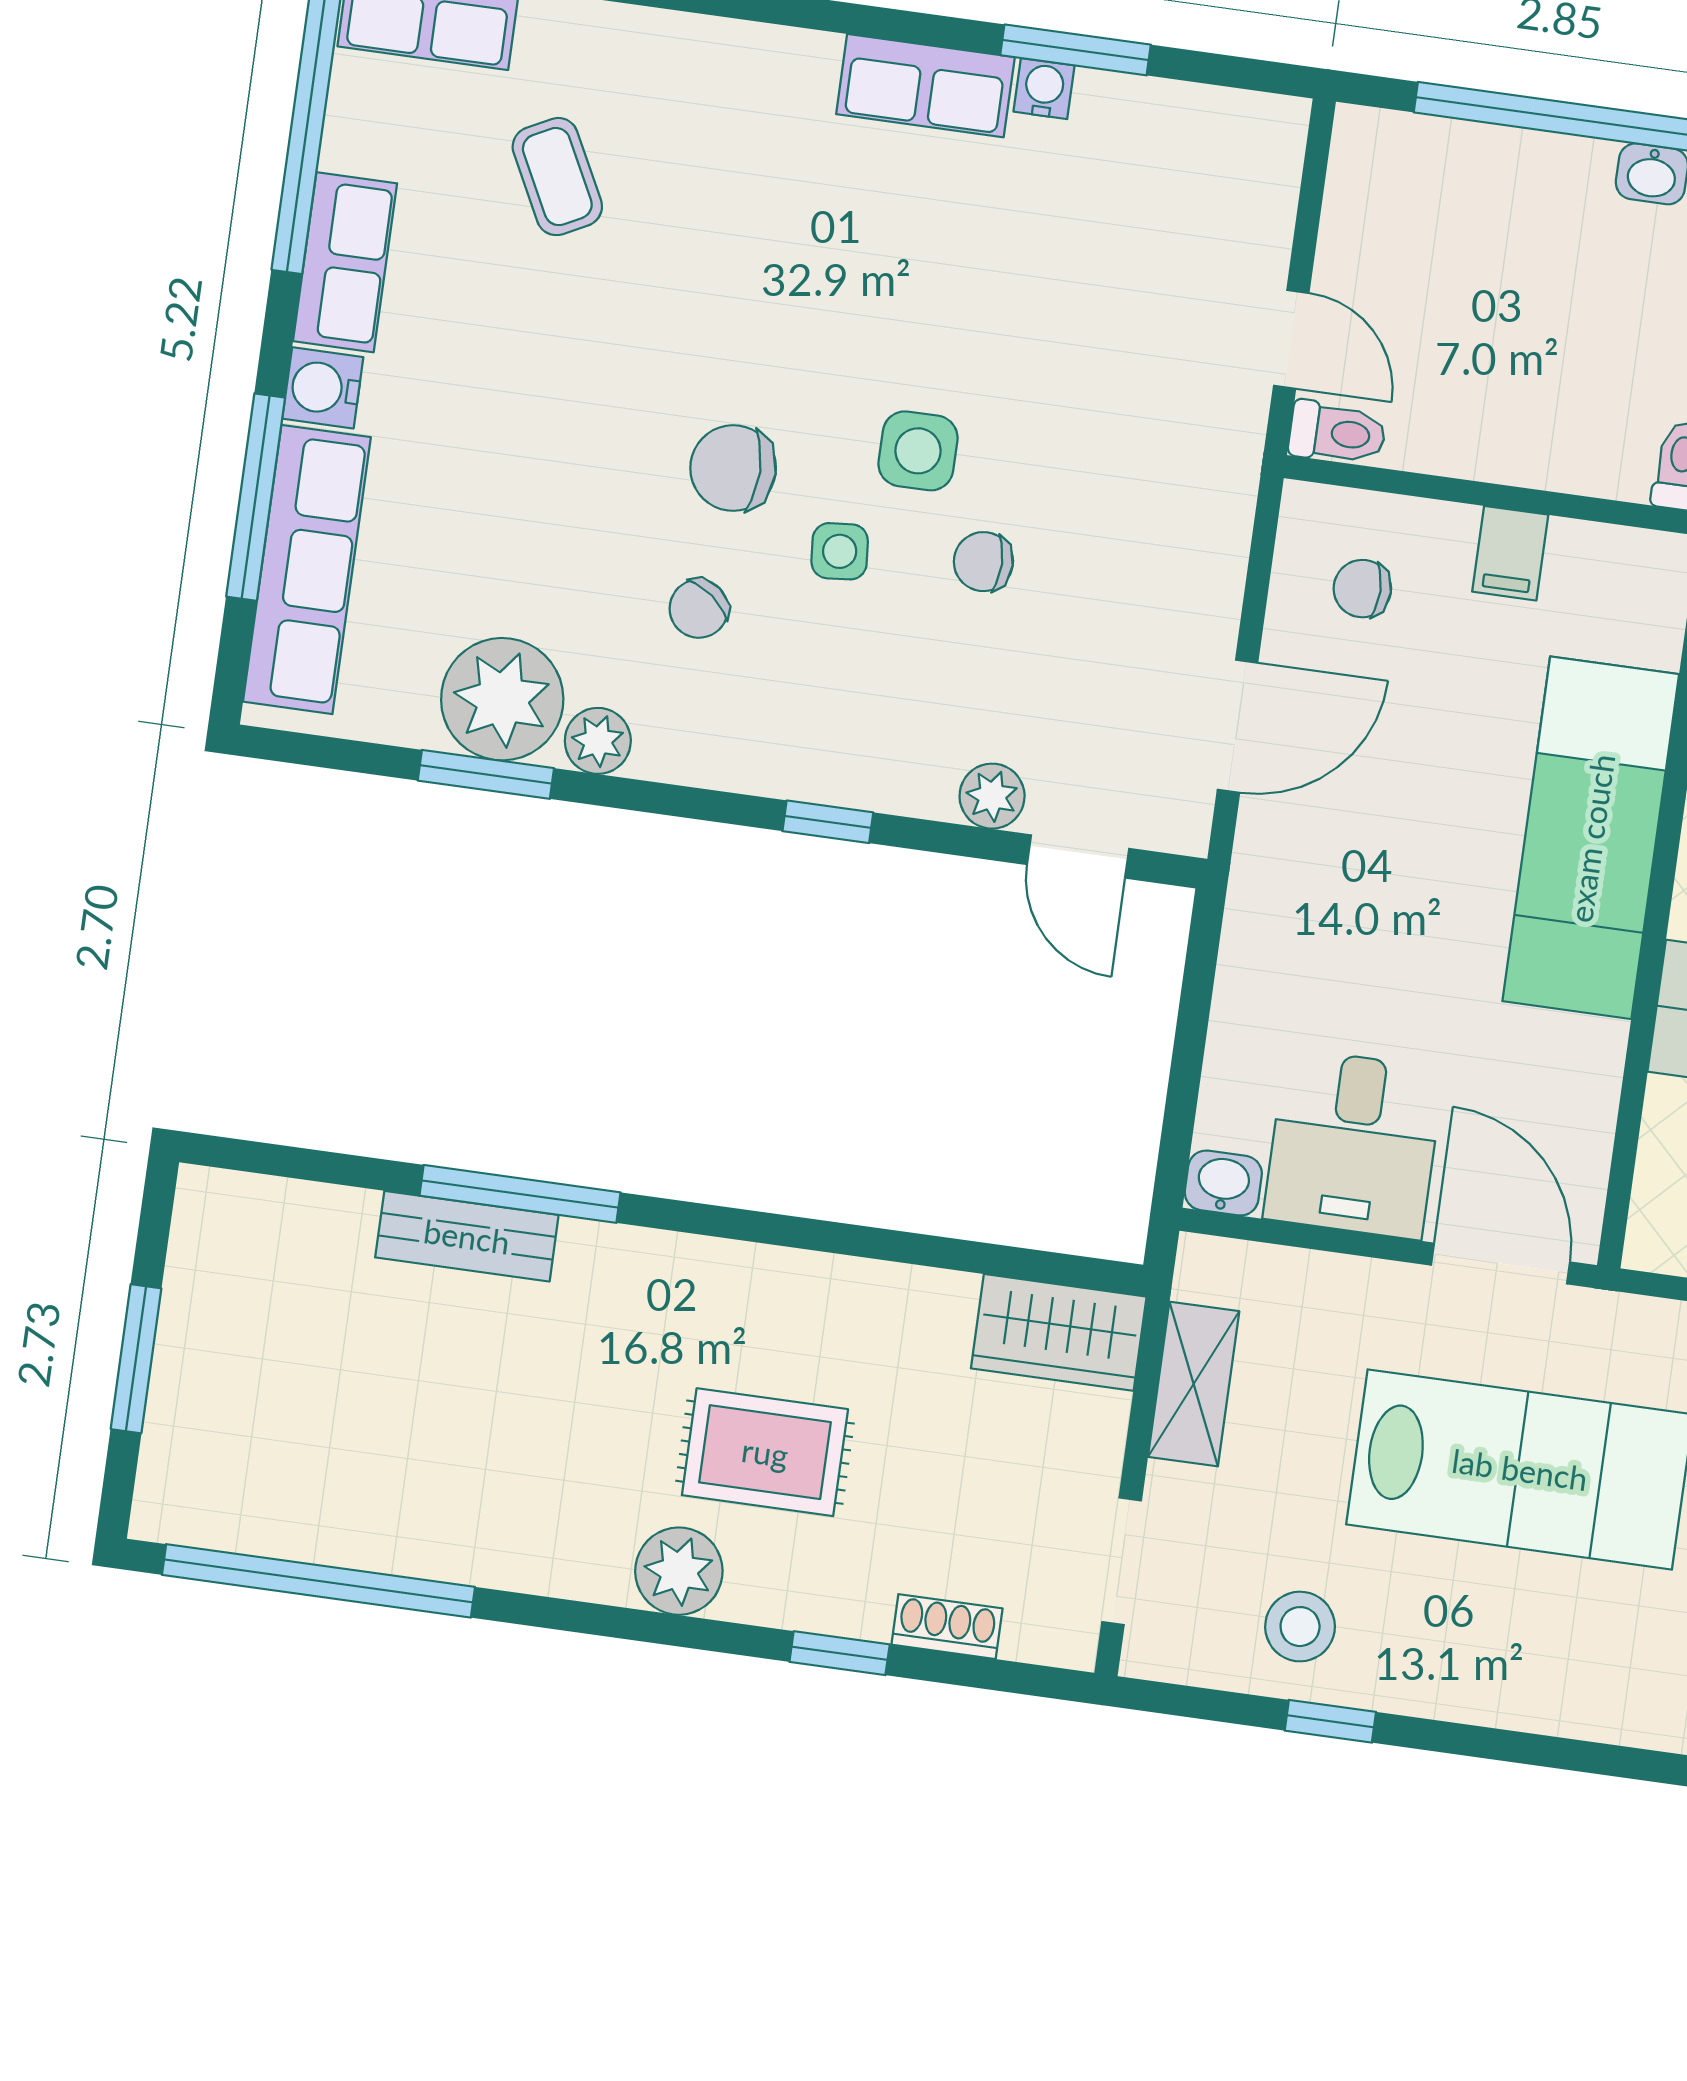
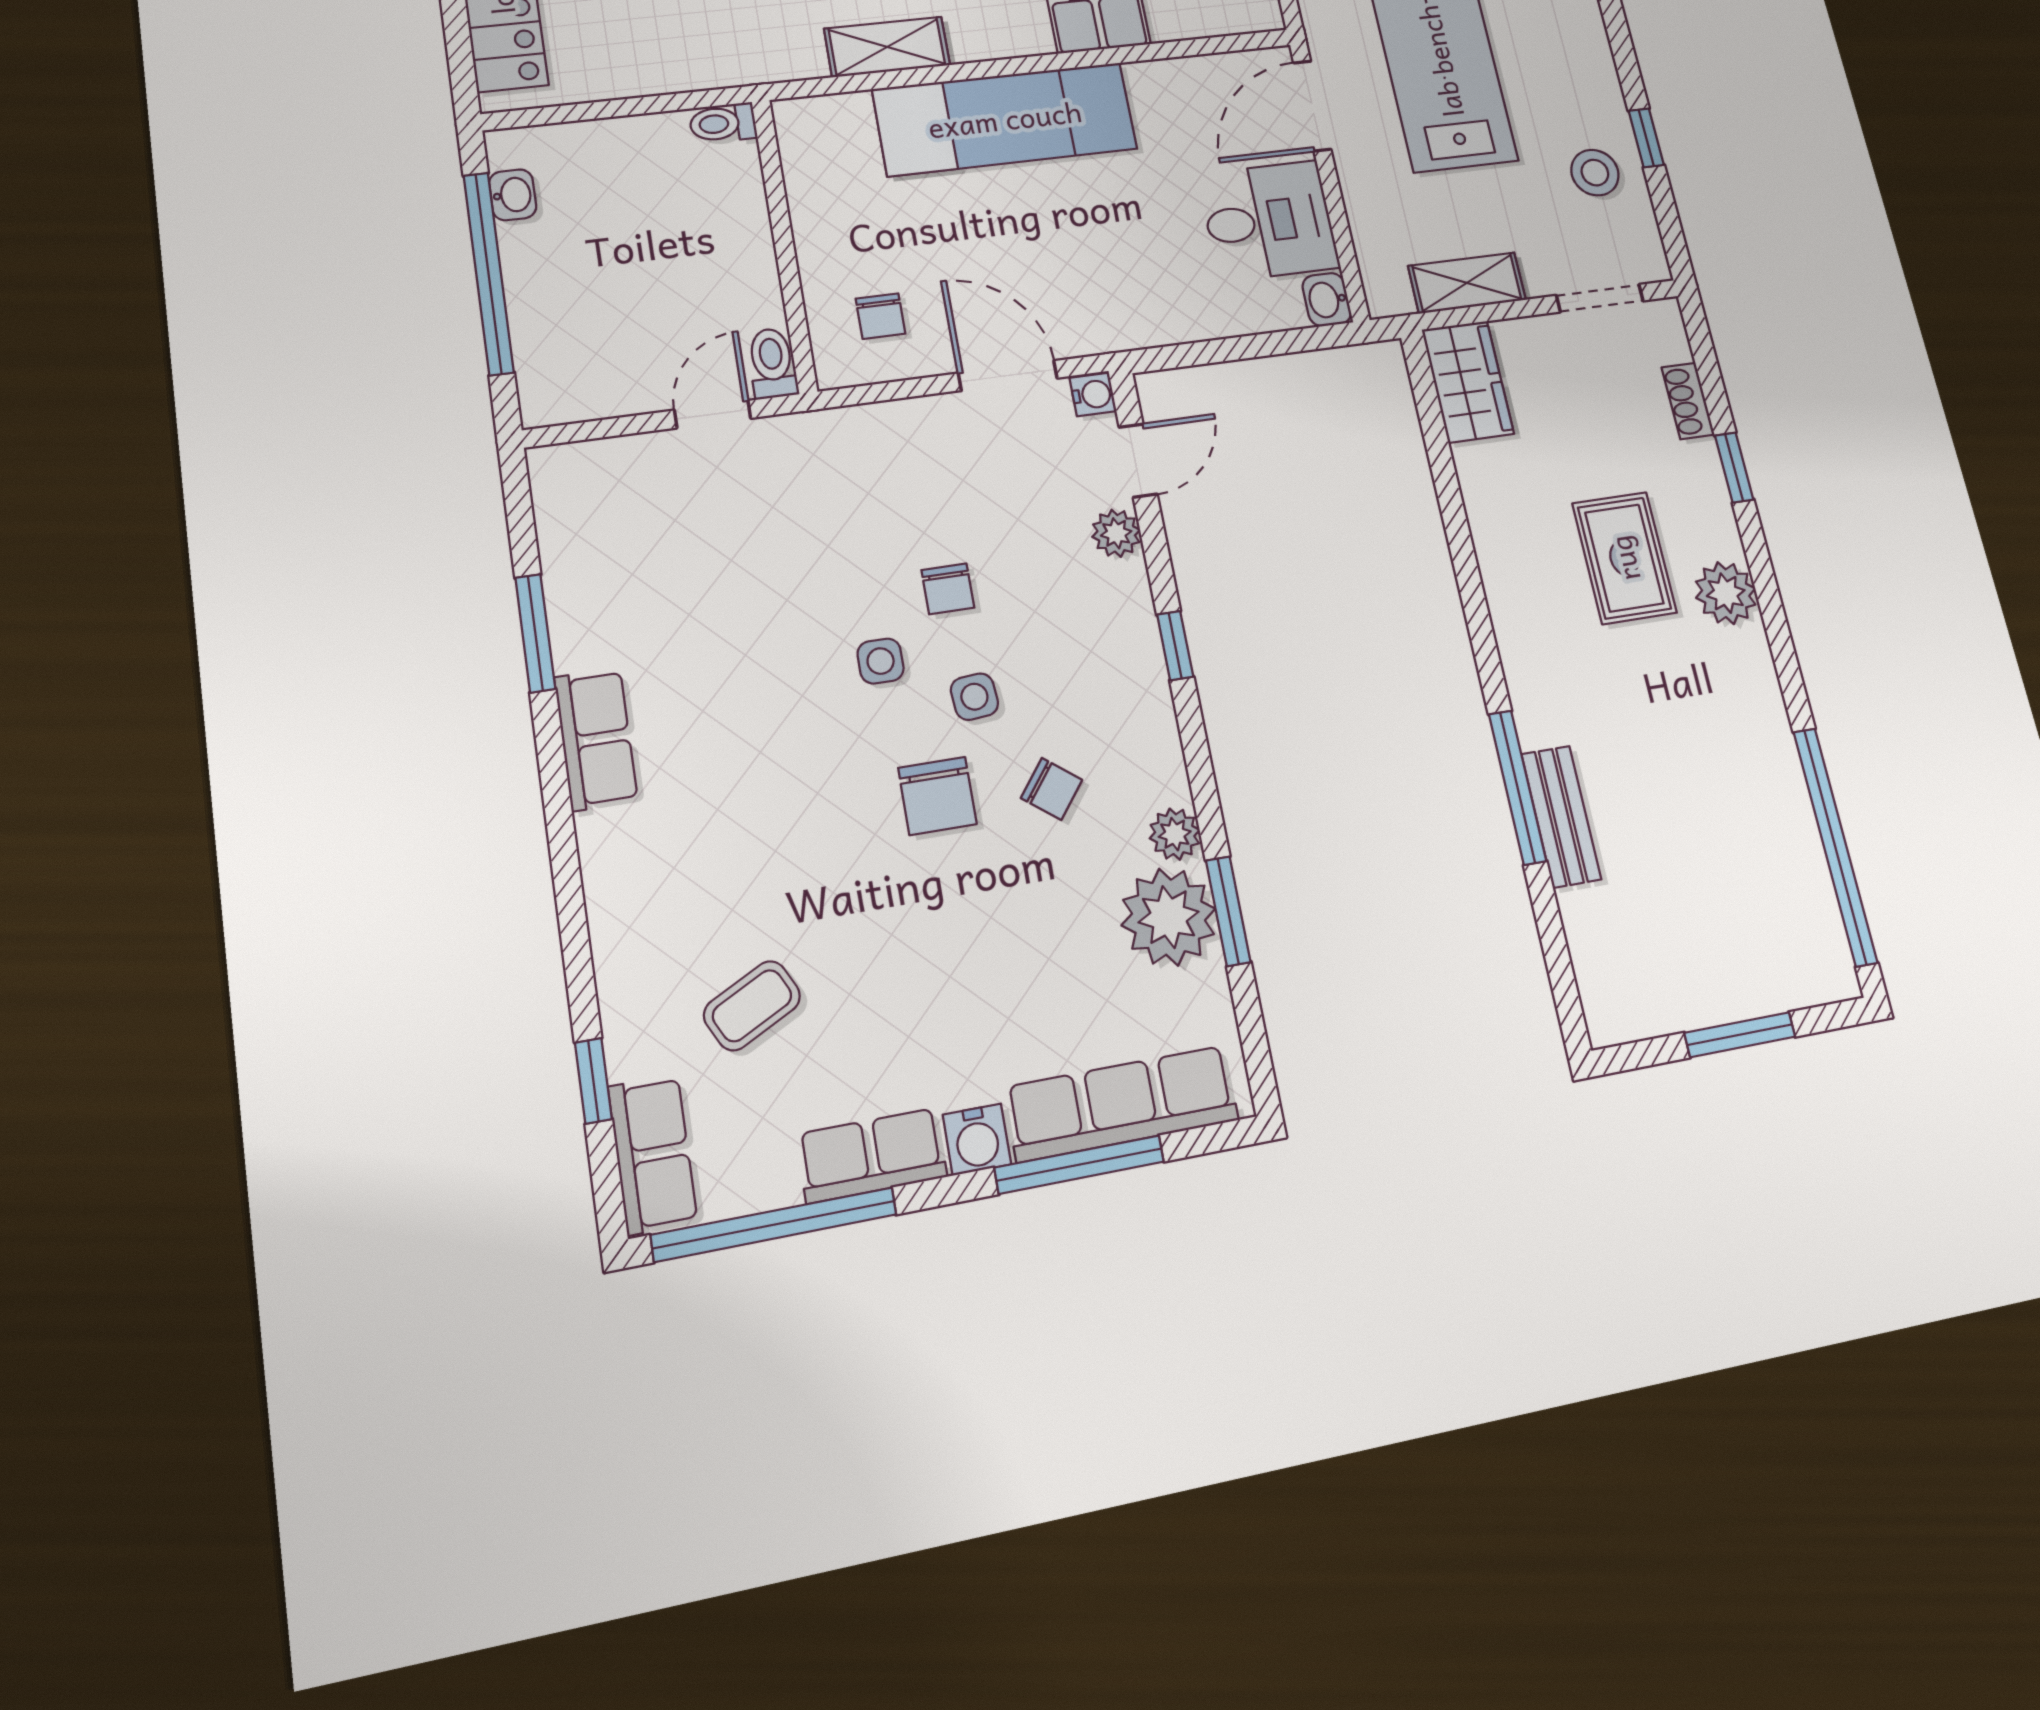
water cooler: (1044, 89) -> (1093, 394), moved, turned 180
side table: (918, 451) -> (881, 661), width x0.73, depth x0.73
filing cabinet: (1510, 553) -> (822, 222), removed

